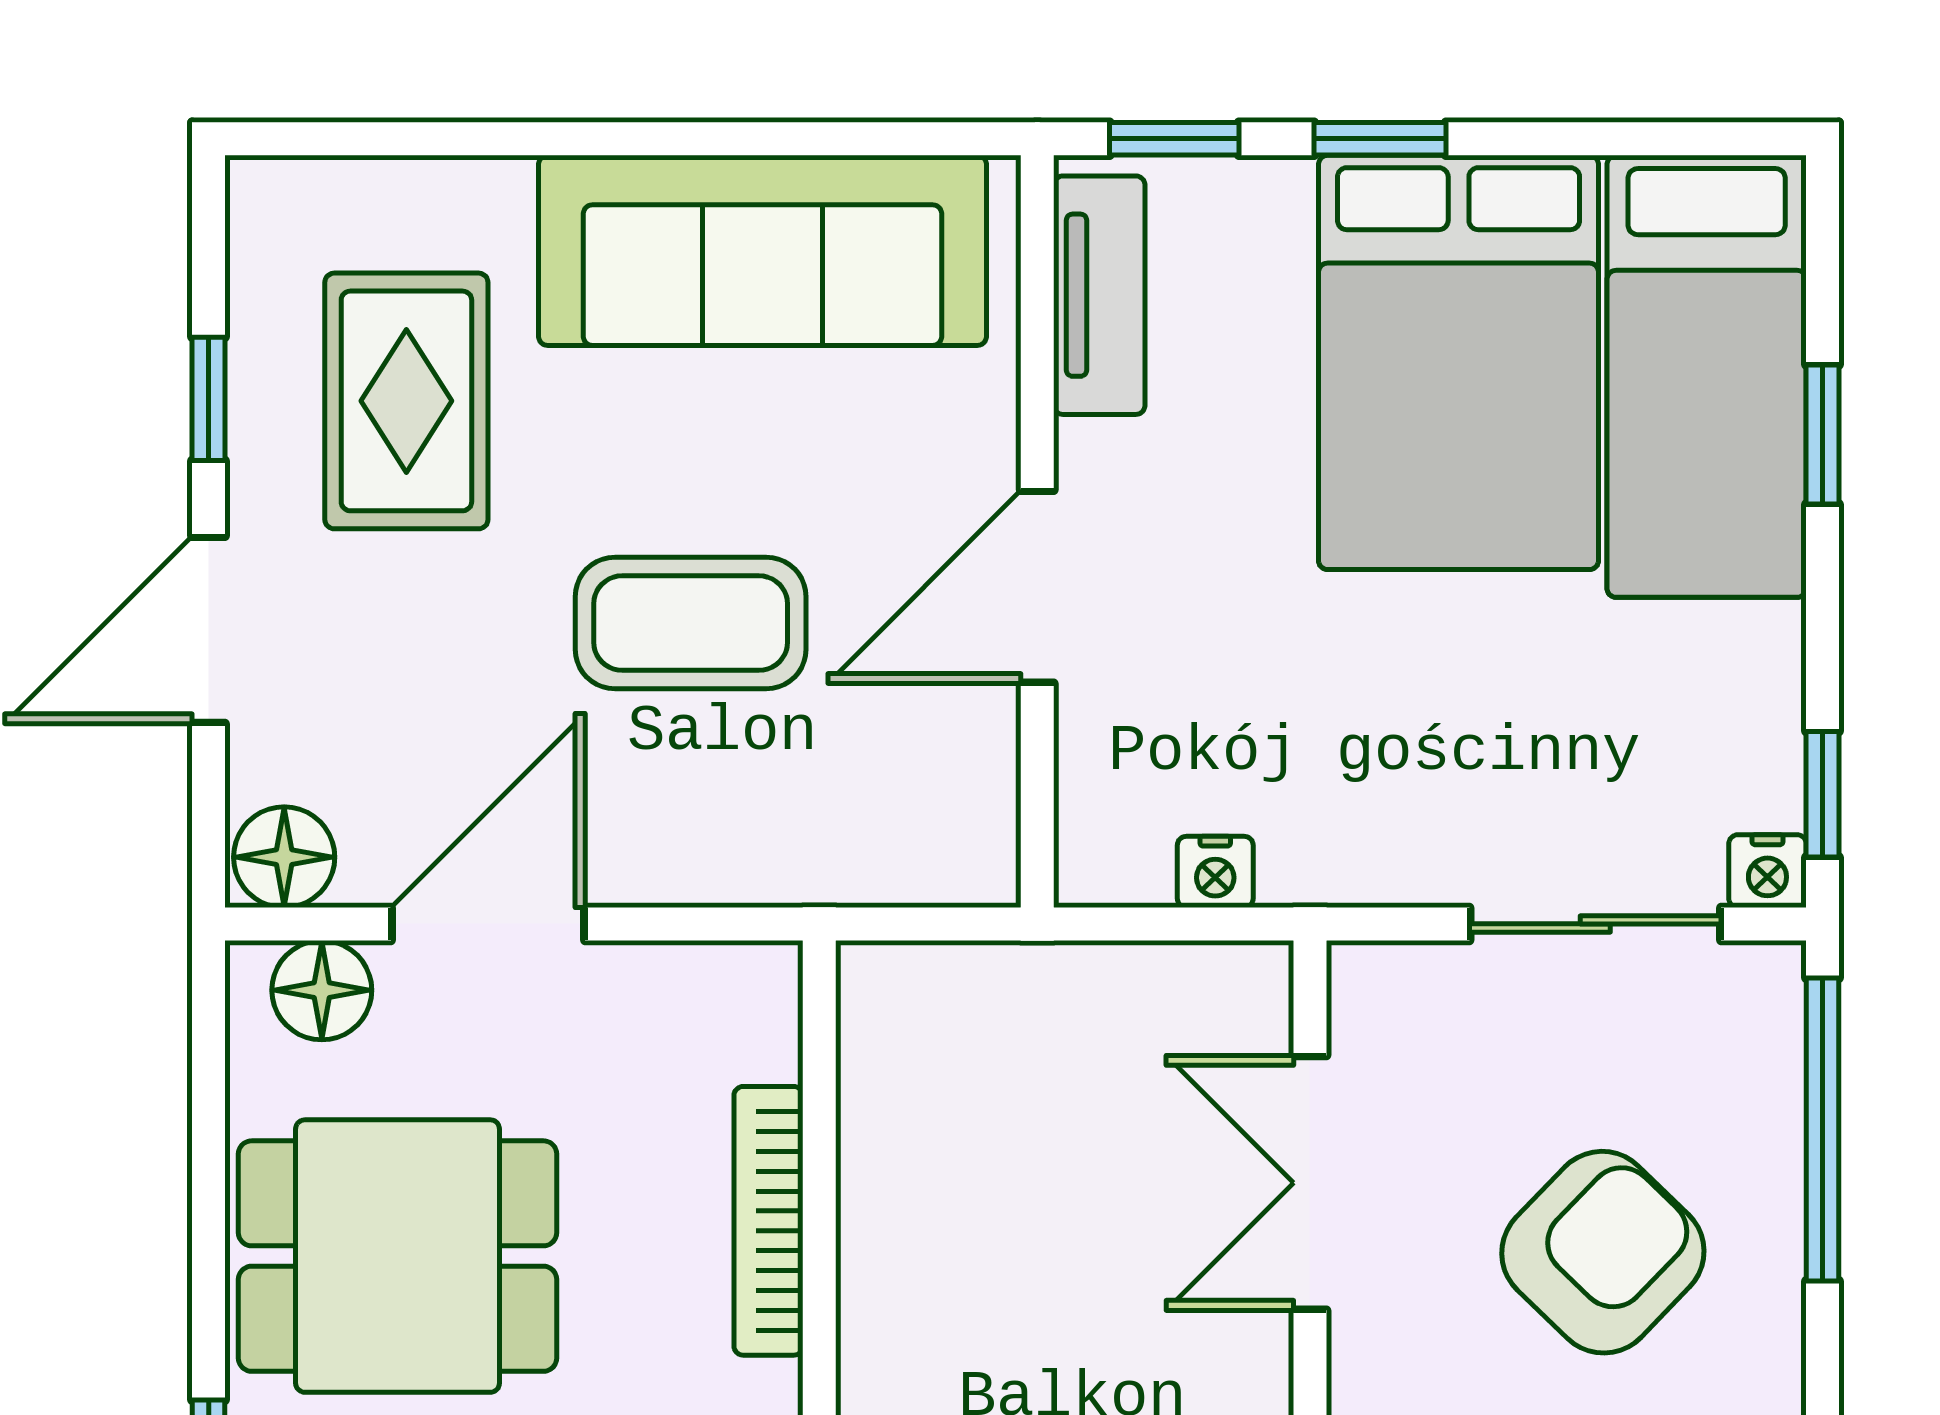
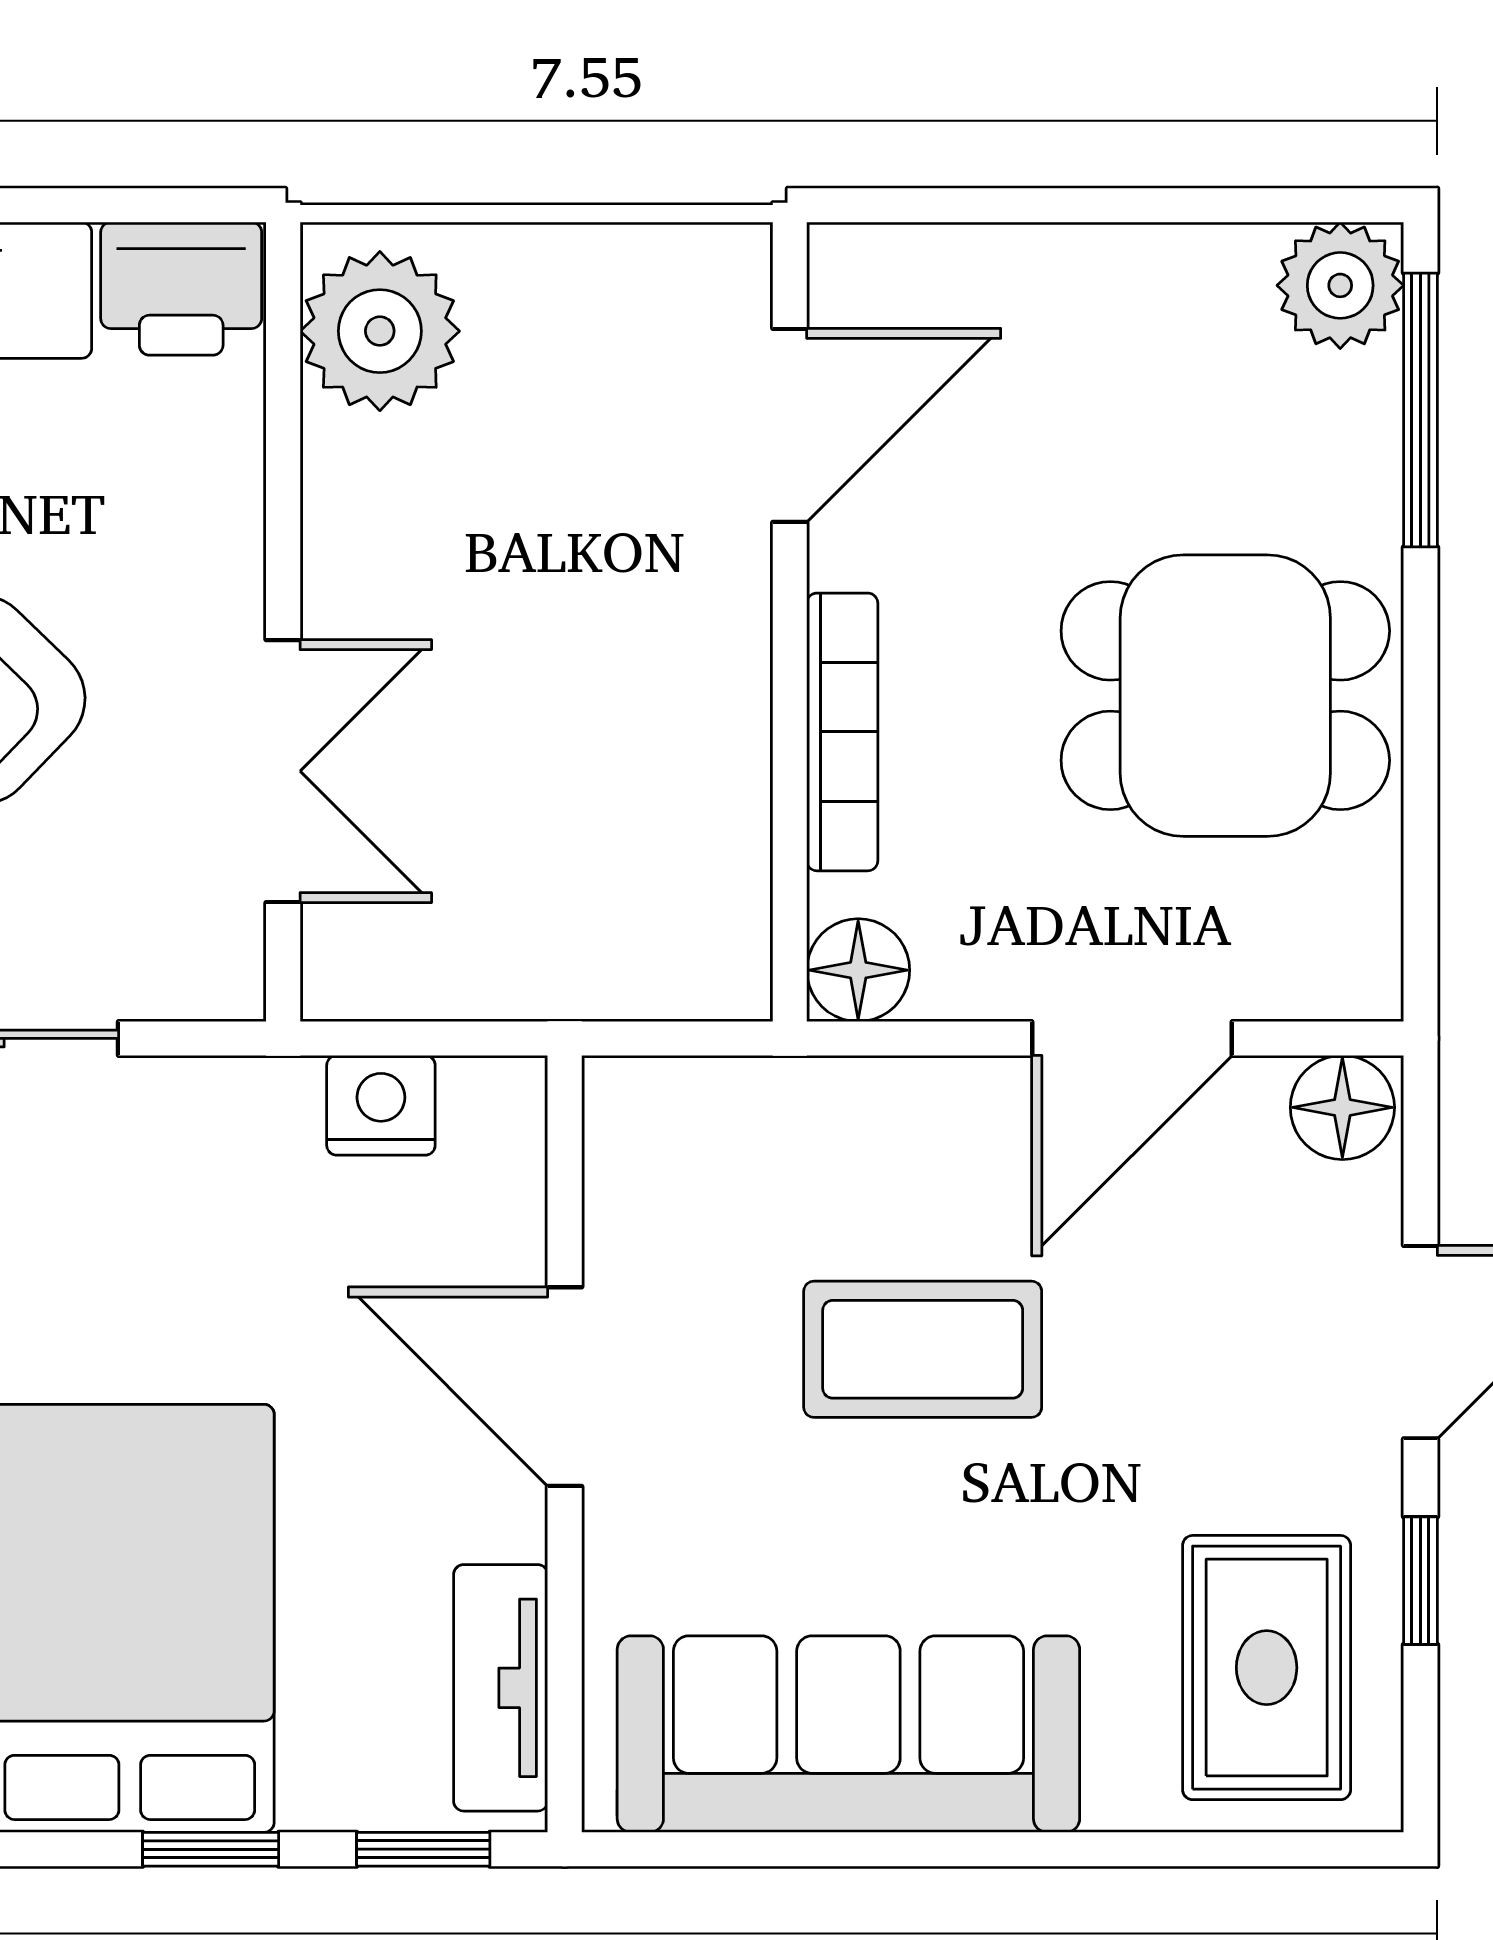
rug: (406, 401) -> (1267, 1668), moved
door: (1037, 587) -> (565, 1387), swing flipped
nightstand: (1215, 872) -> (381, 1105), width x1.39, depth x1.35
floor lamp: (322, 990) -> (858, 970), moved

